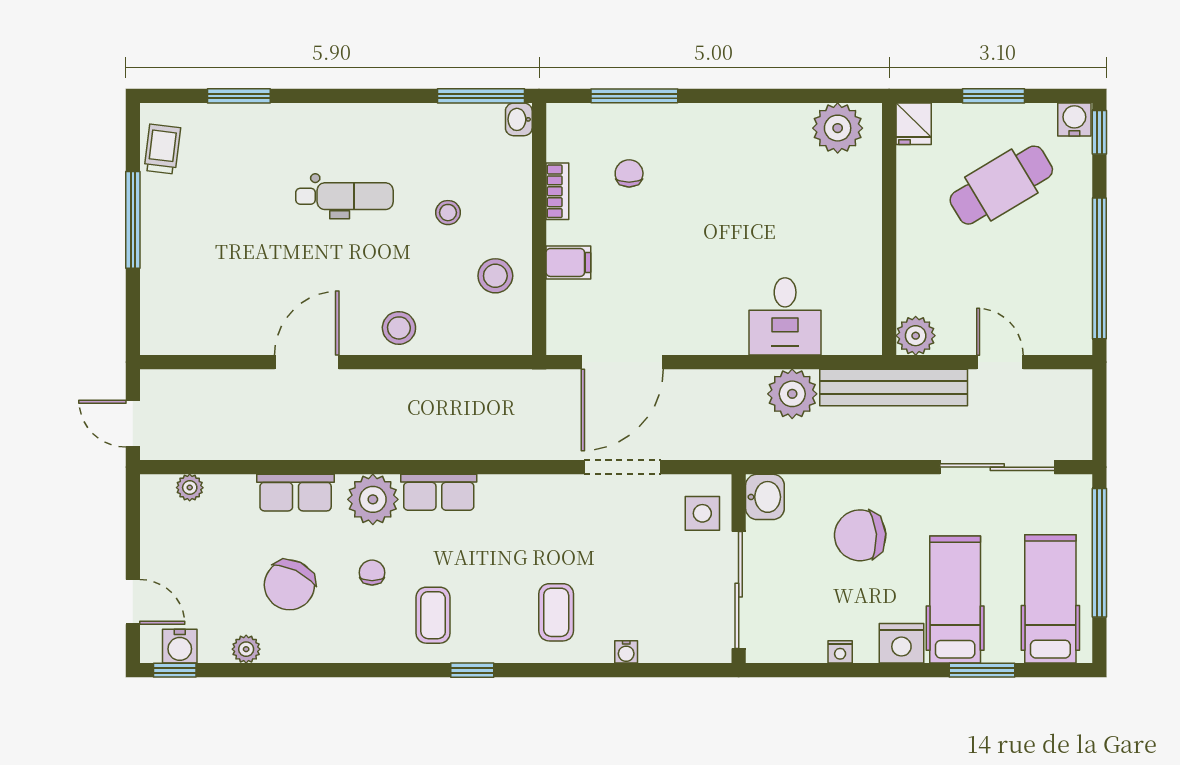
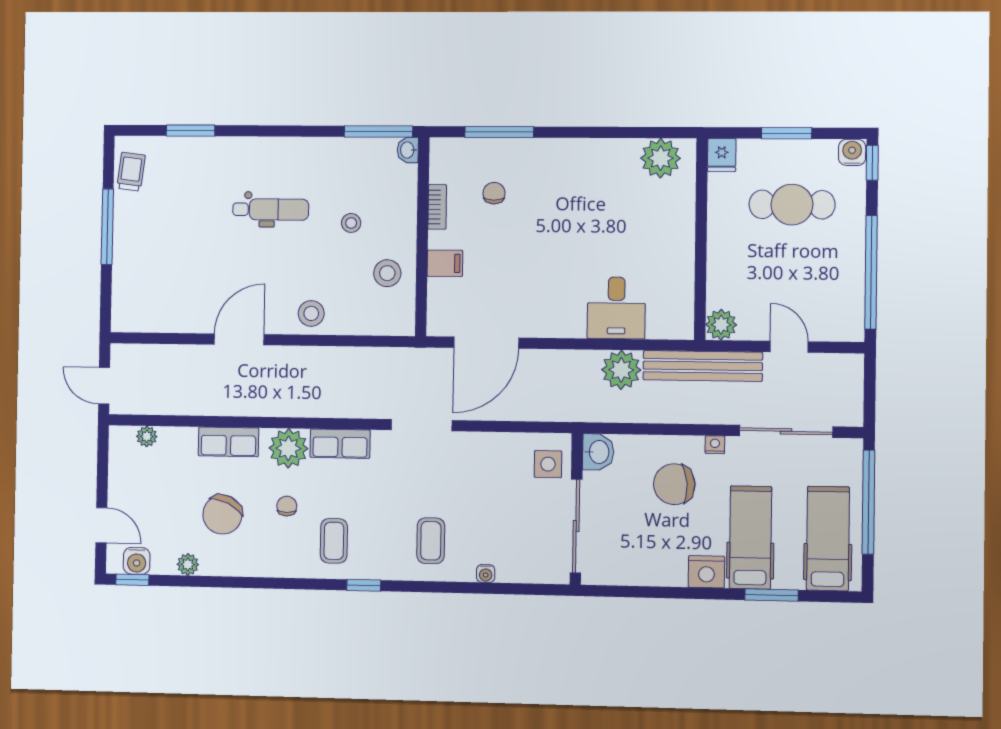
cafe table: (1001, 185) -> (792, 205), turned 31
doorway: (623, 467) -> (421, 425), moved
nightstand: (840, 652) -> (715, 445), moved, turned 180

